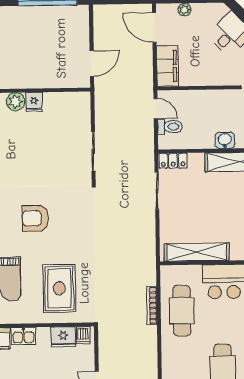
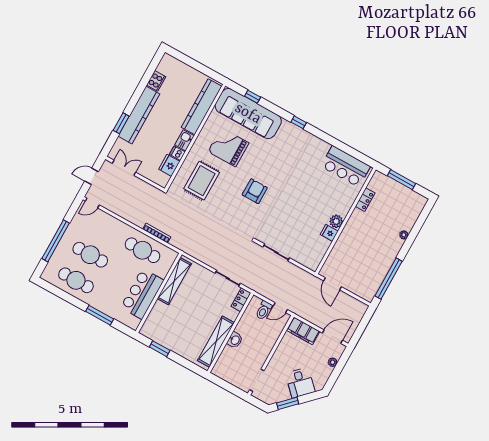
rug: (59, 288) -> (202, 181), turned 90
dishwasher: (83, 335) -> (177, 153), moved

